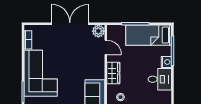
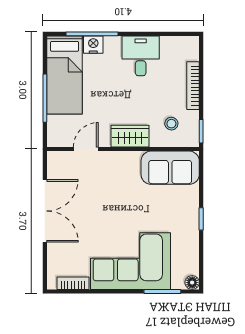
double door: (70, 24) -> (45, 211), swing flipped
plant: (98, 31) -> (58, 162), removed
nightstand: (166, 62) -> (93, 45), moved

